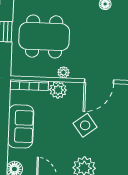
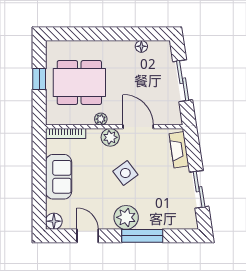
door: (99, 81) -> (138, 127), swing flipped
plant: (58, 90) -> (110, 137), moved

